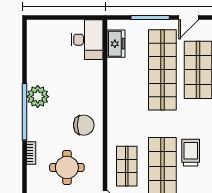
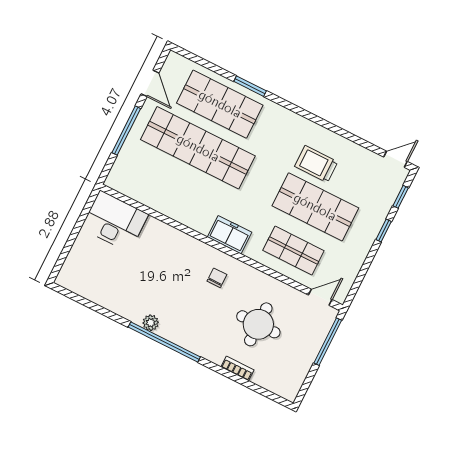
freezer: (116, 44) -> (230, 235), moved
plant: (38, 97) -> (151, 323), width x0.53, depth x0.53
chair: (84, 125) -> (217, 278), width x0.54, depth x0.54
bookcase: (31, 153) -> (237, 368), moved

